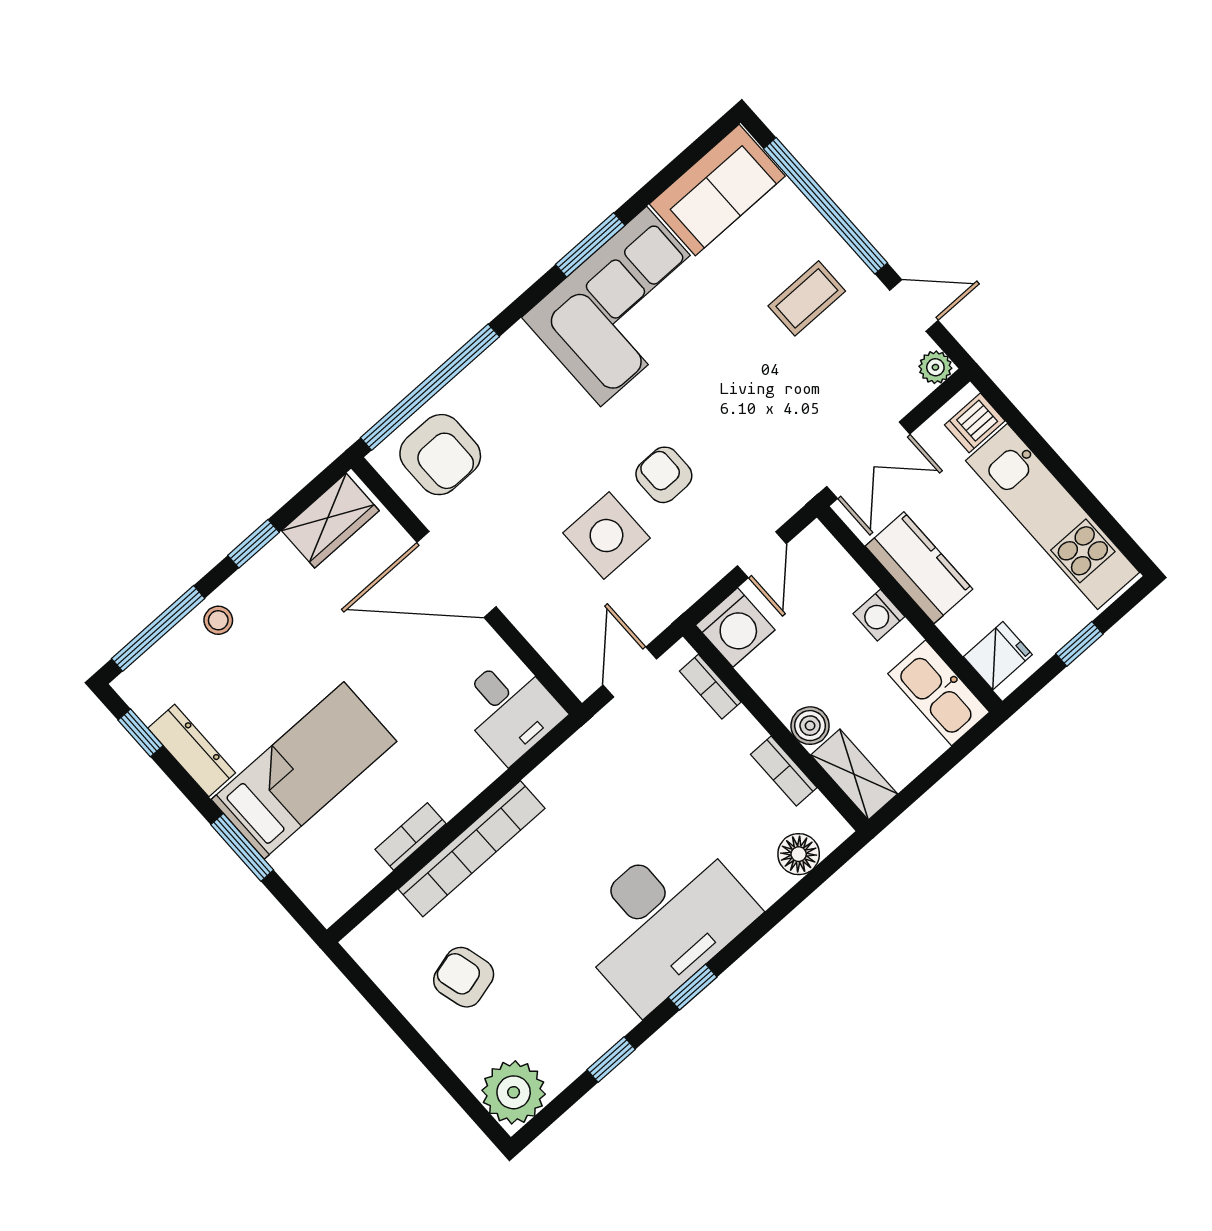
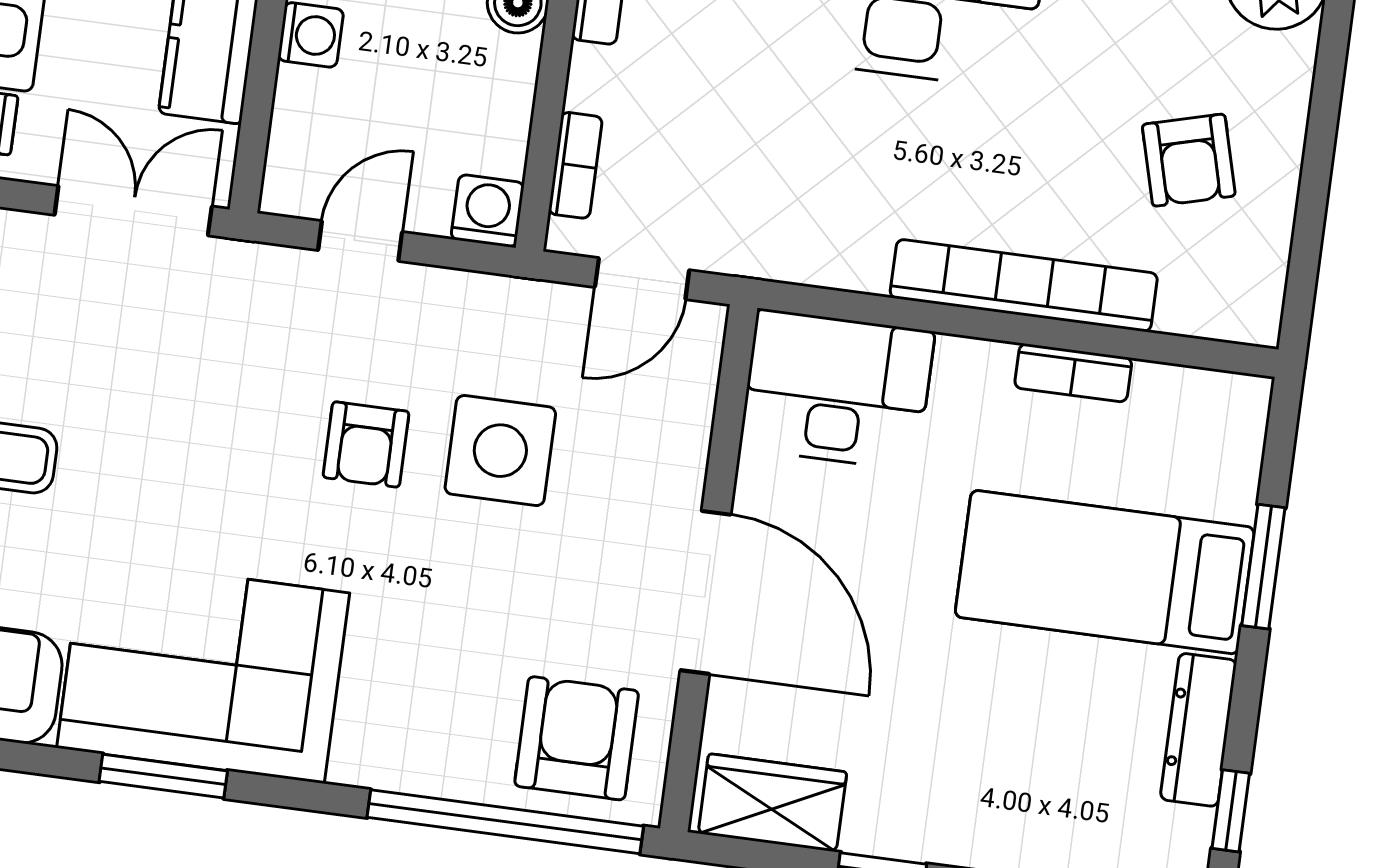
stool: (218, 620) -> (1012, 834), removed
washing machine: (735, 627) -> (488, 211), width x0.73, depth x0.73
desk: (510, 709) -> (837, 390), width x1.37

